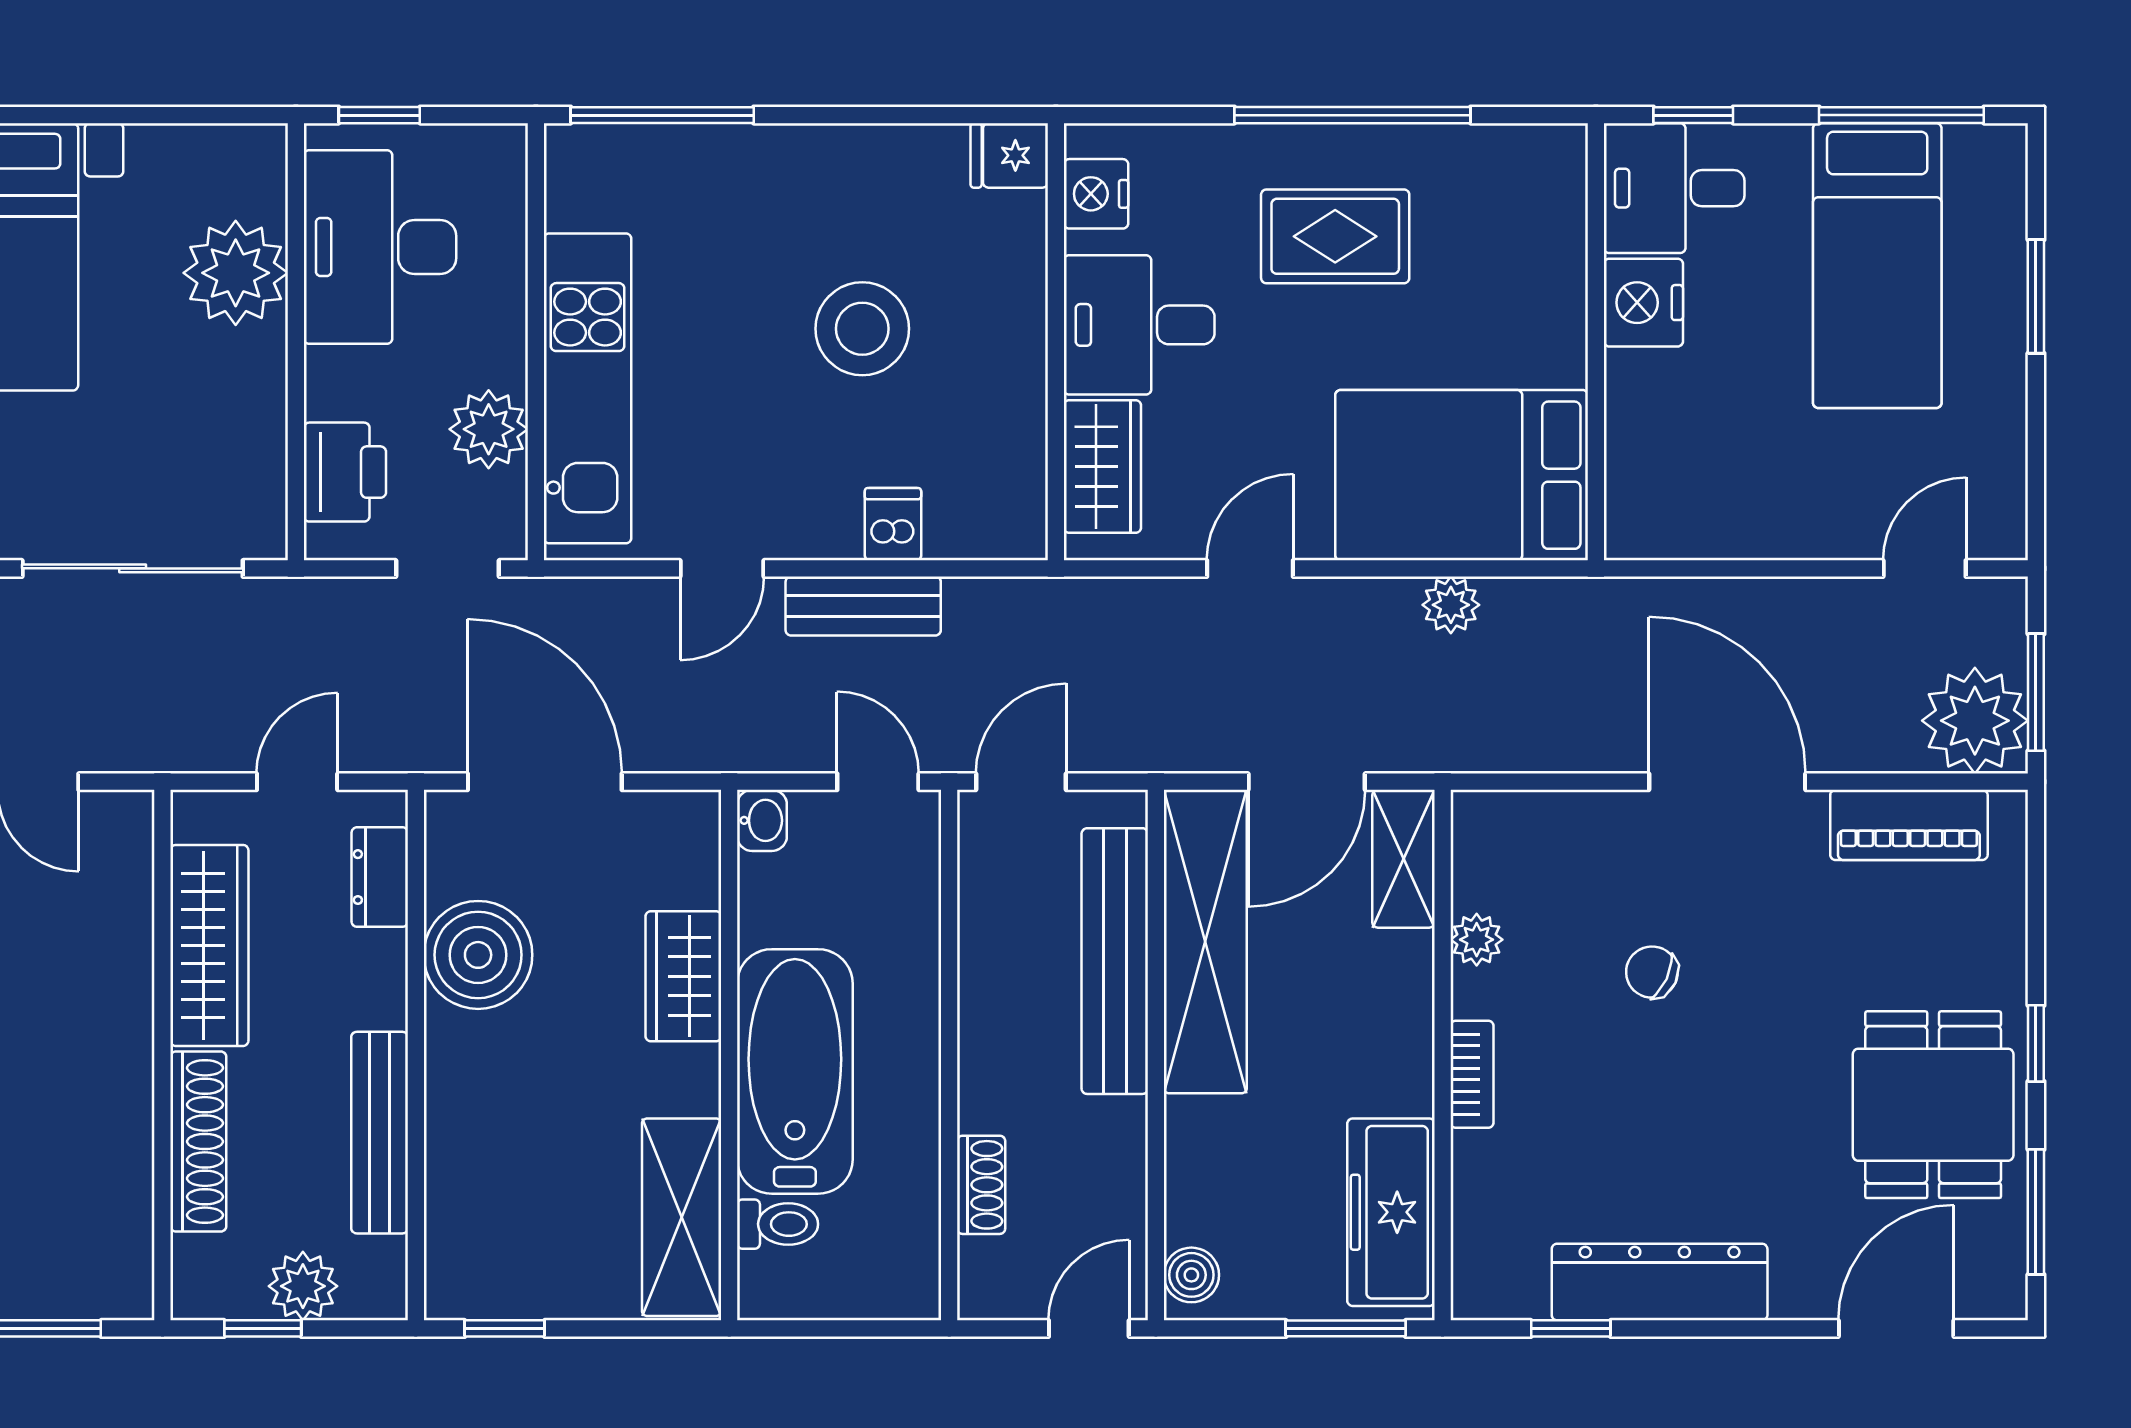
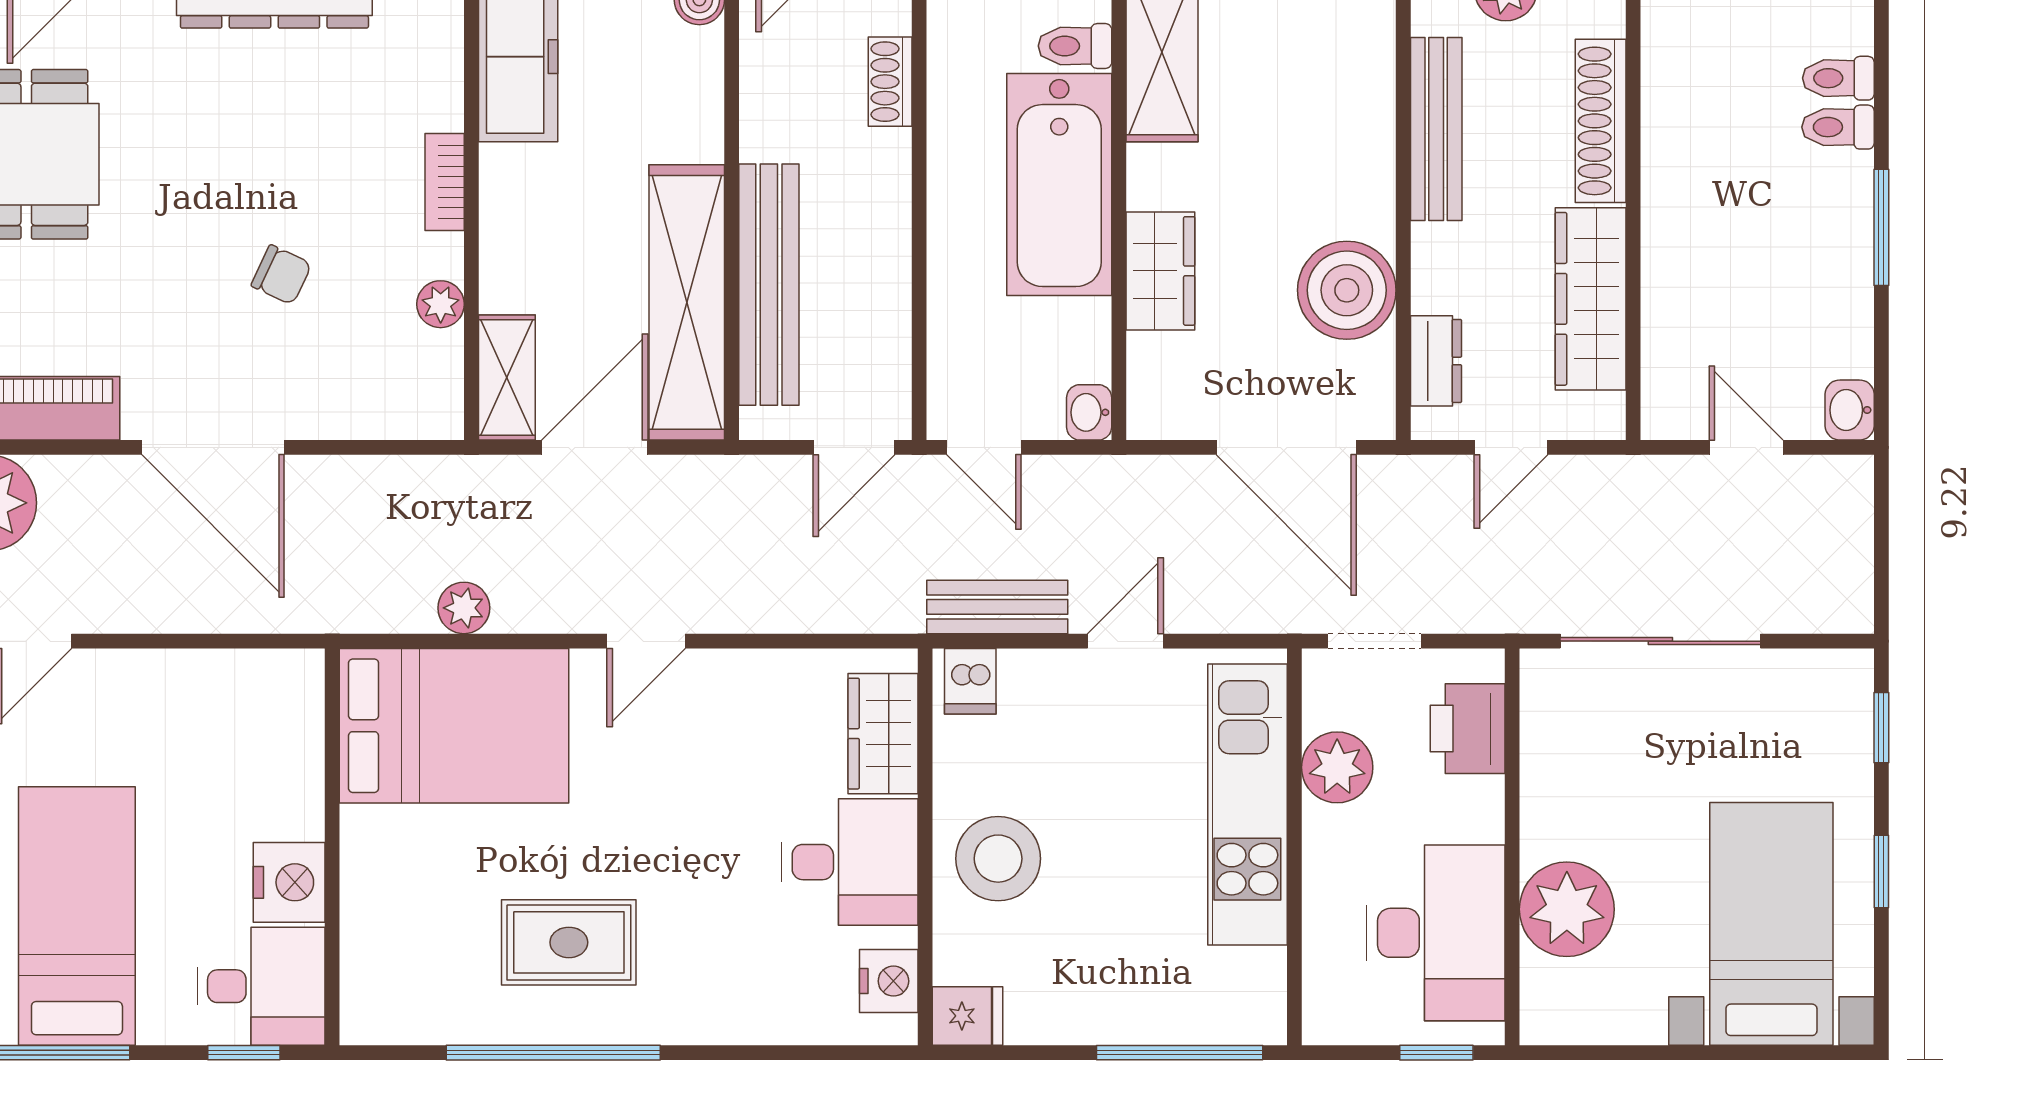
fridge: (1009, 155) -> (967, 1016), moved
nightstand: (1096, 194) -> (889, 981), moved
desk: (1139, 325) -> (850, 862), moved
wall: (1056, 342) -> (925, 847), moved
wardrobe: (1102, 466) -> (883, 734), moved

